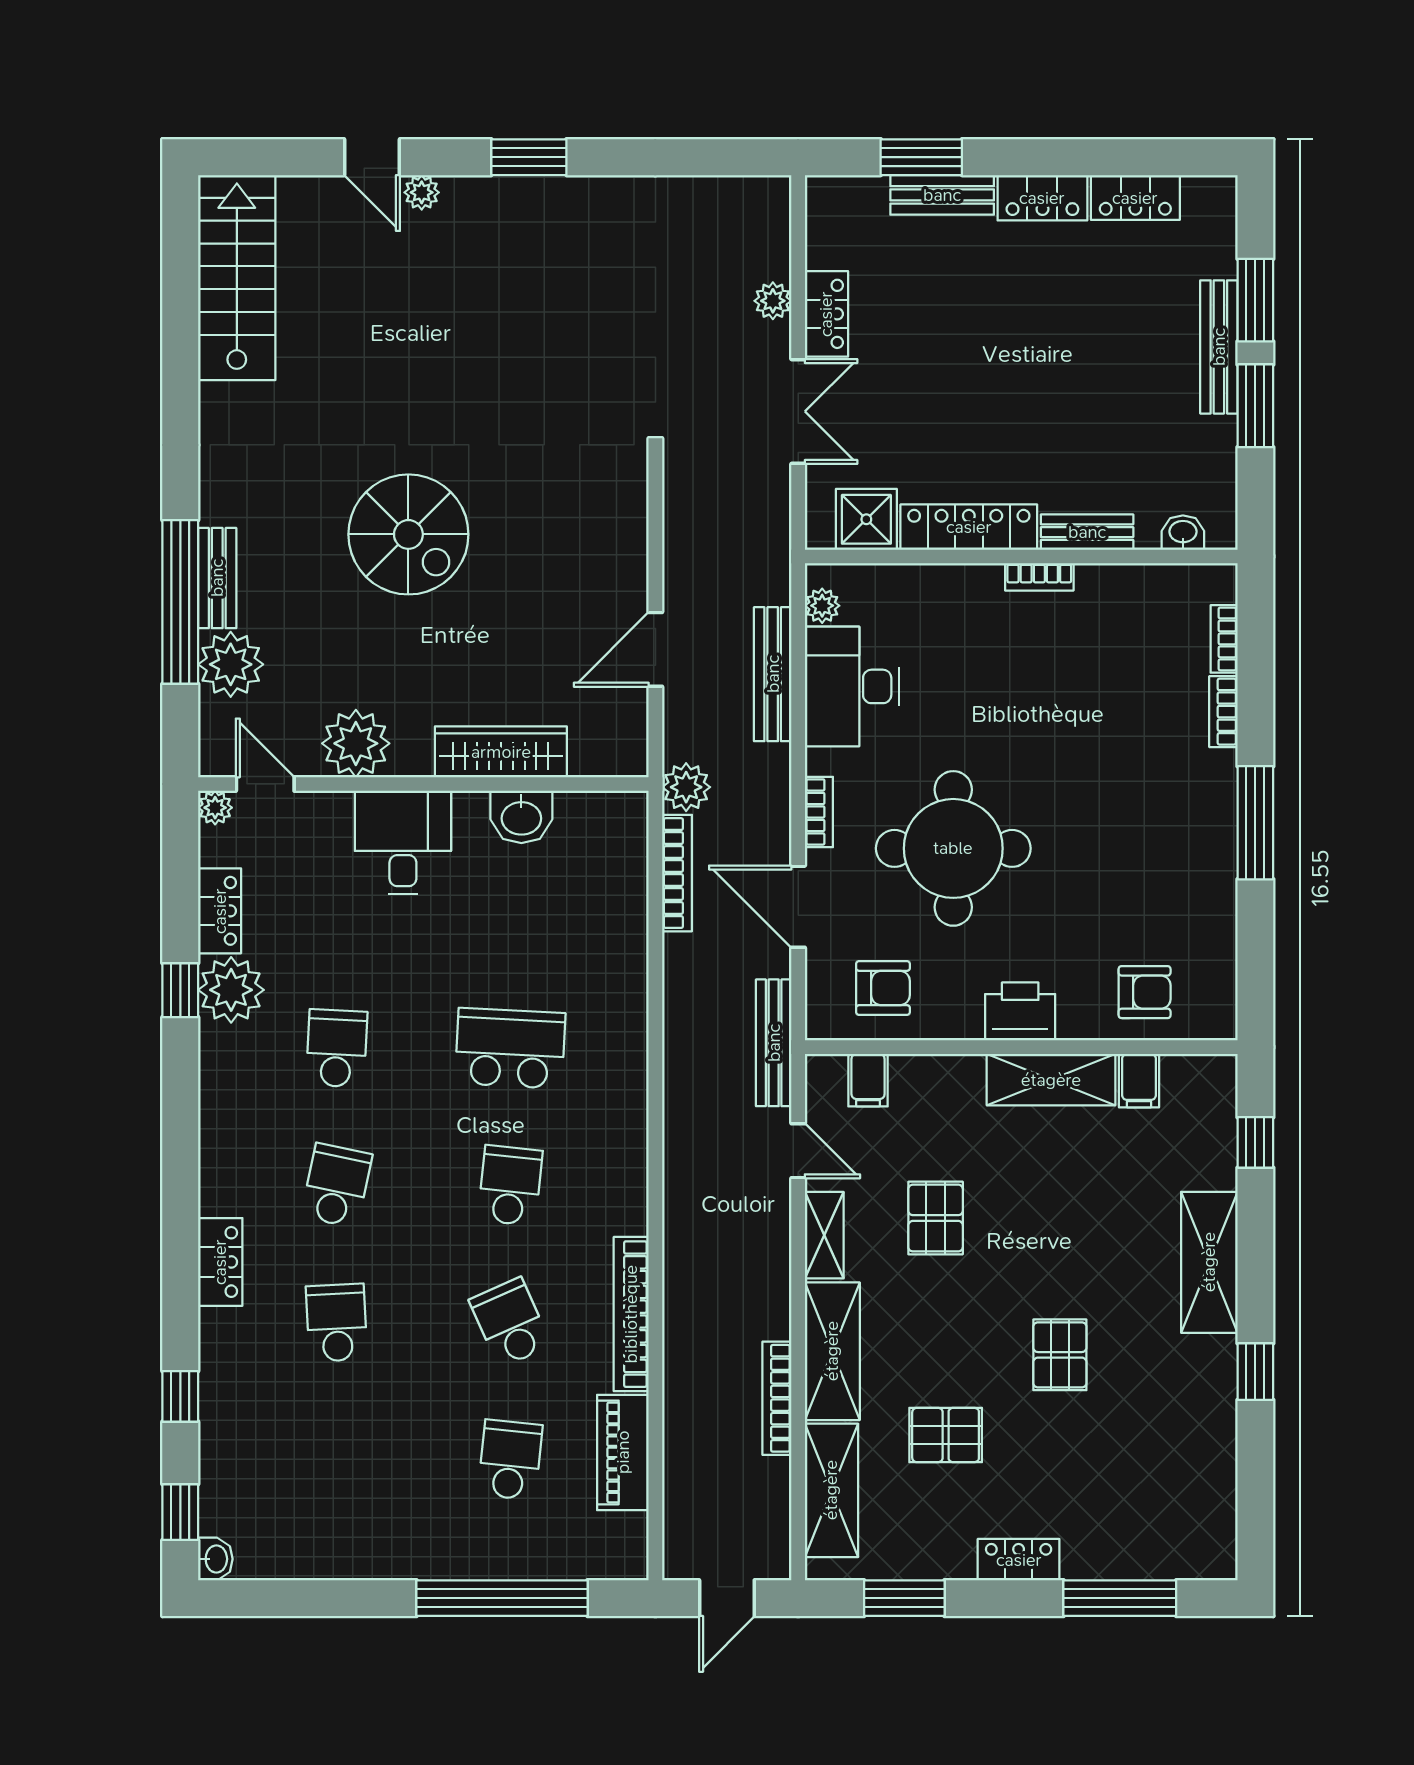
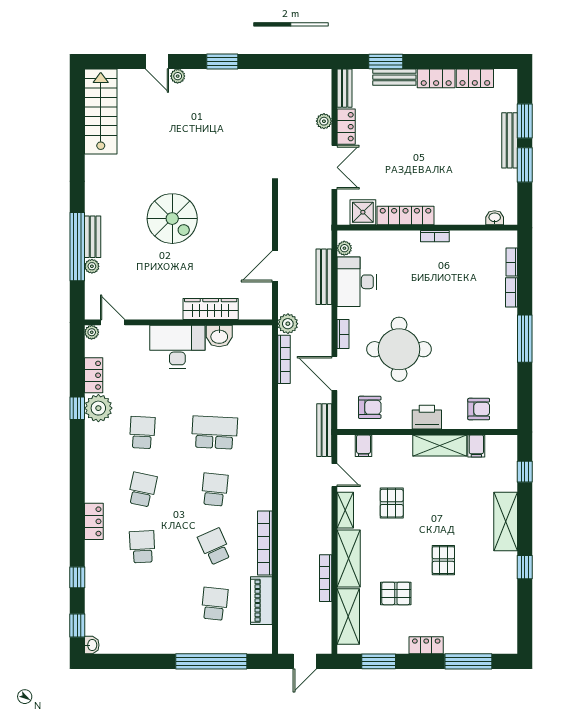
bench: (1087, 532) -> (345, 88), moved, turned 90
plant: (231, 664) -> (92, 266), width x0.53, depth x0.53
plant: (356, 743) -> (150, 306), removed
desk: (403, 843) -> (177, 347), width x1.37

